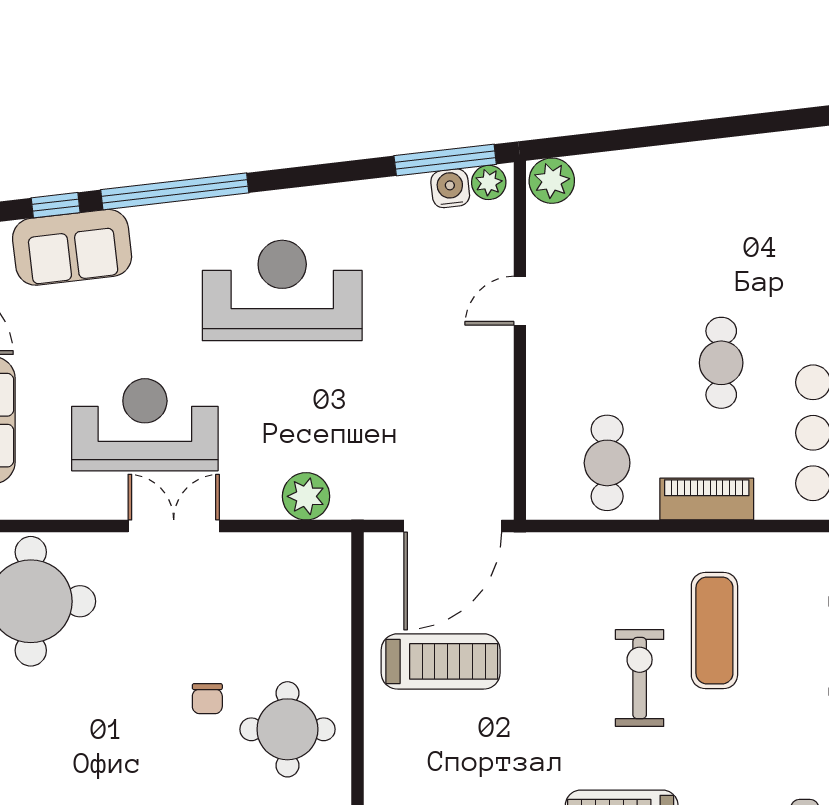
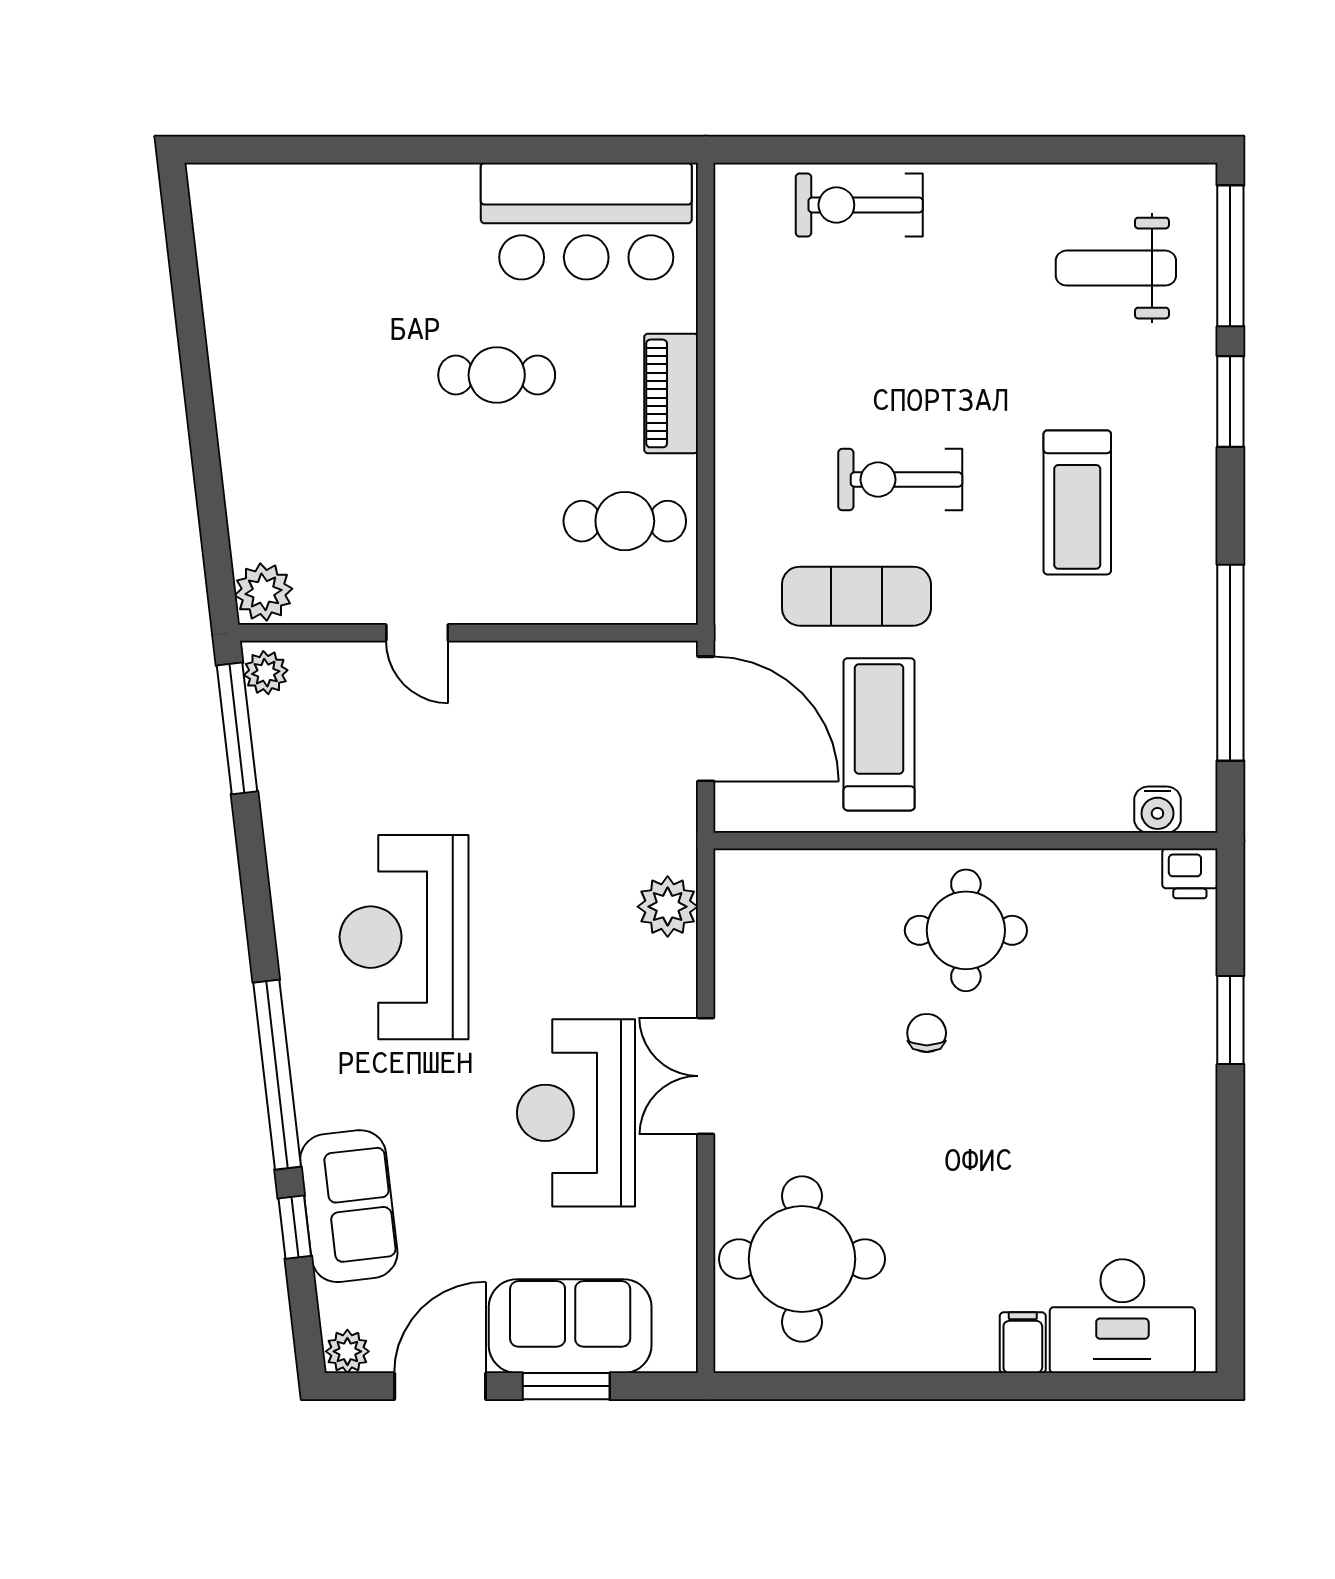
water cooler: (450, 188) -> (273, 722), removed
exercise mat: (714, 630) -> (856, 596), moved
chair: (207, 699) -> (927, 1033), turned -90

